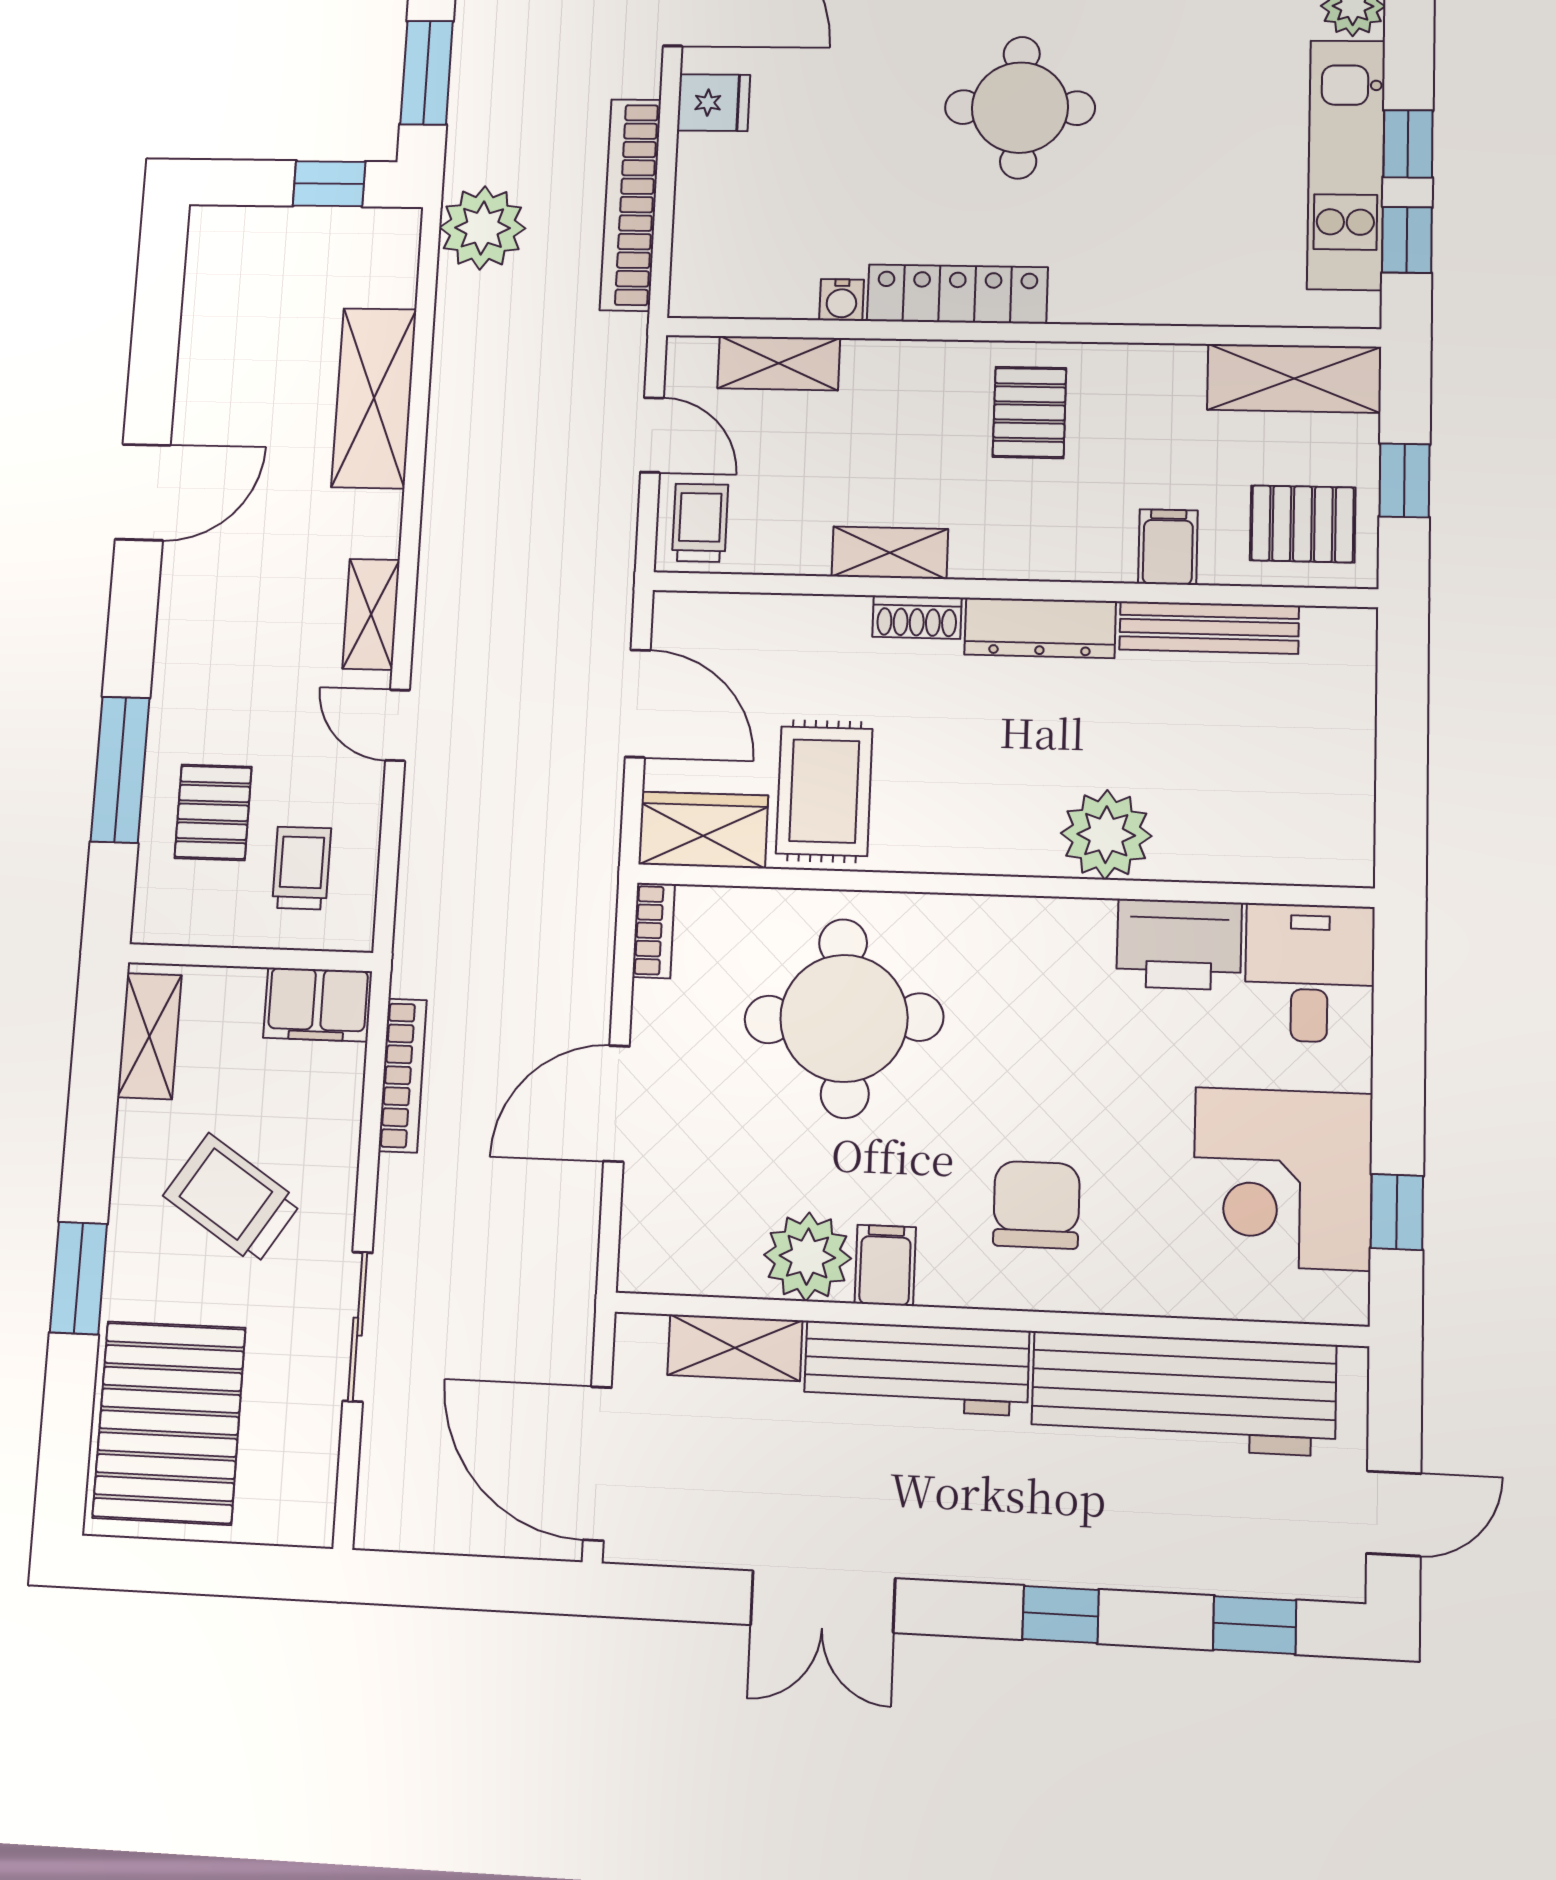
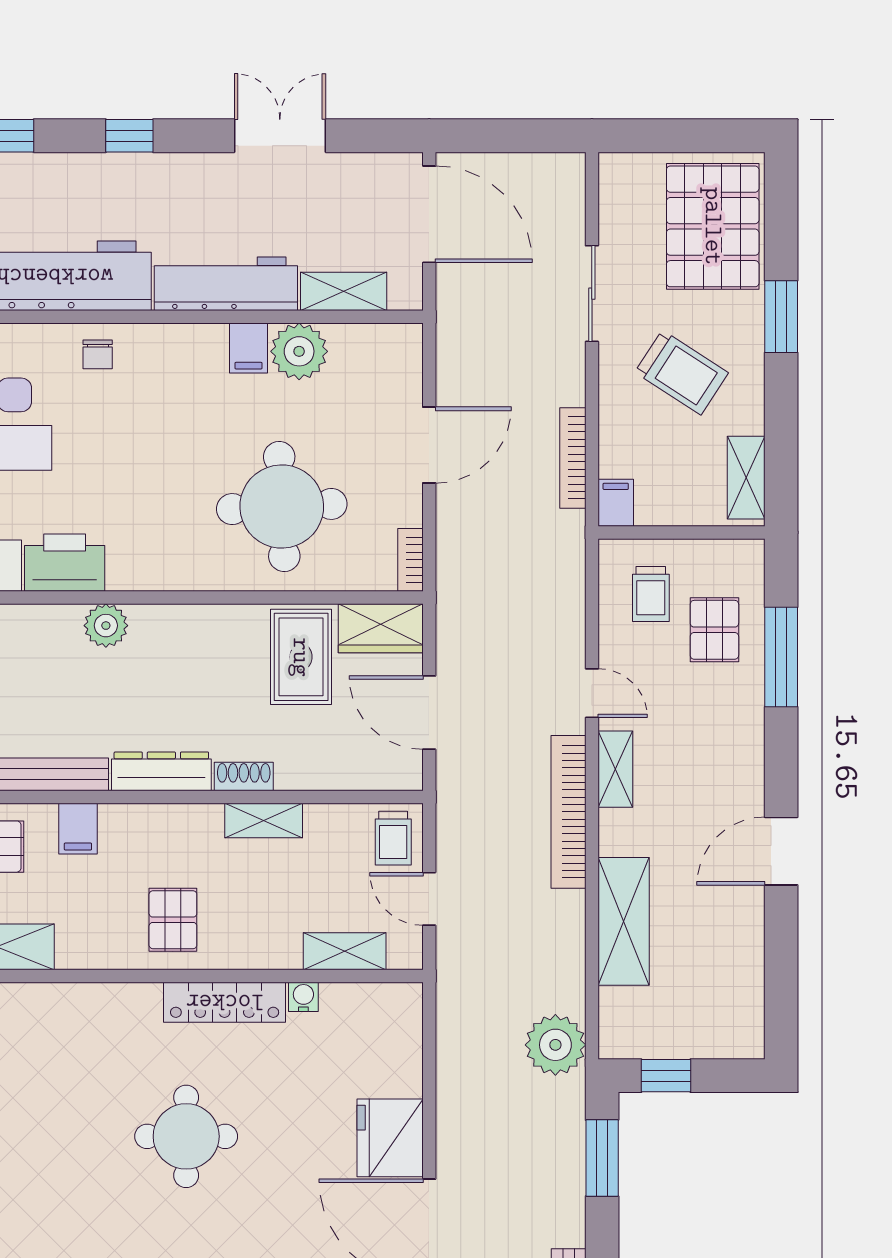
fridge: (713, 103) -> (390, 1138), width x1.88, depth x1.34
bookcase: (631, 205) -> (568, 812), moved, turned 180
plant: (1106, 835) -> (106, 626), width x0.73, depth x0.73
filing cabinet: (318, 1004) -> (616, 503), width x0.50
chair: (1036, 1205) -> (98, 354), moved, width x0.54, depth x0.54

